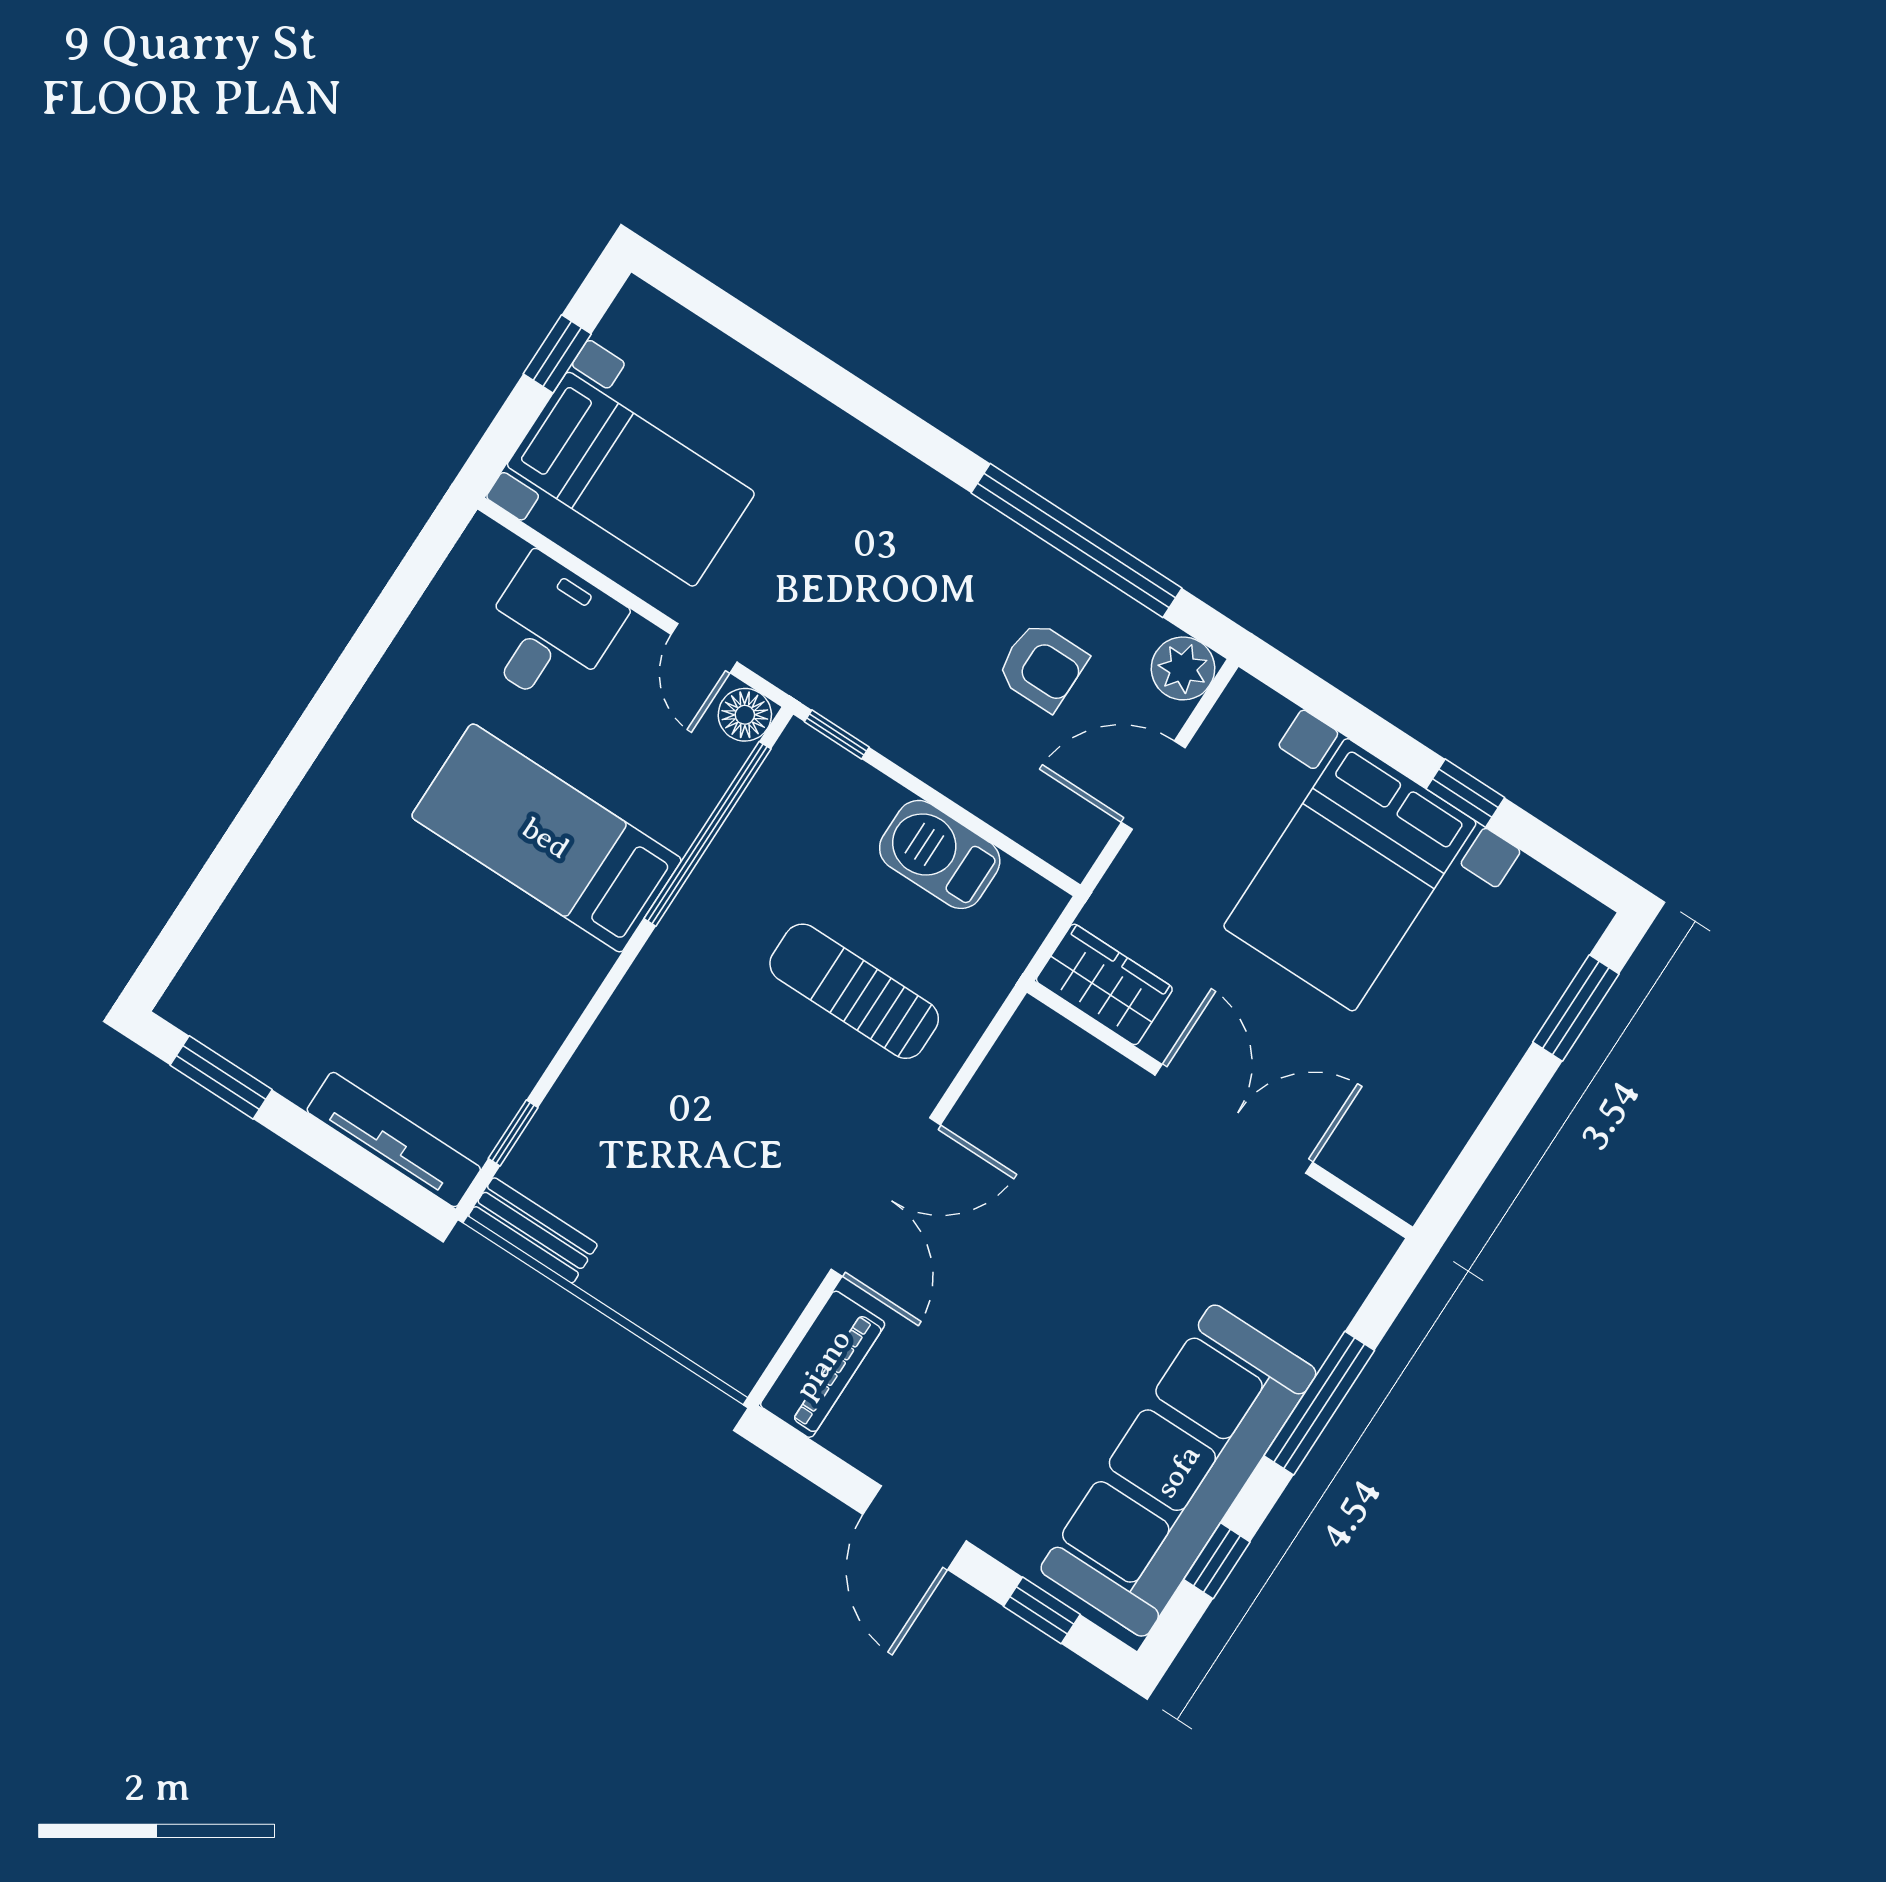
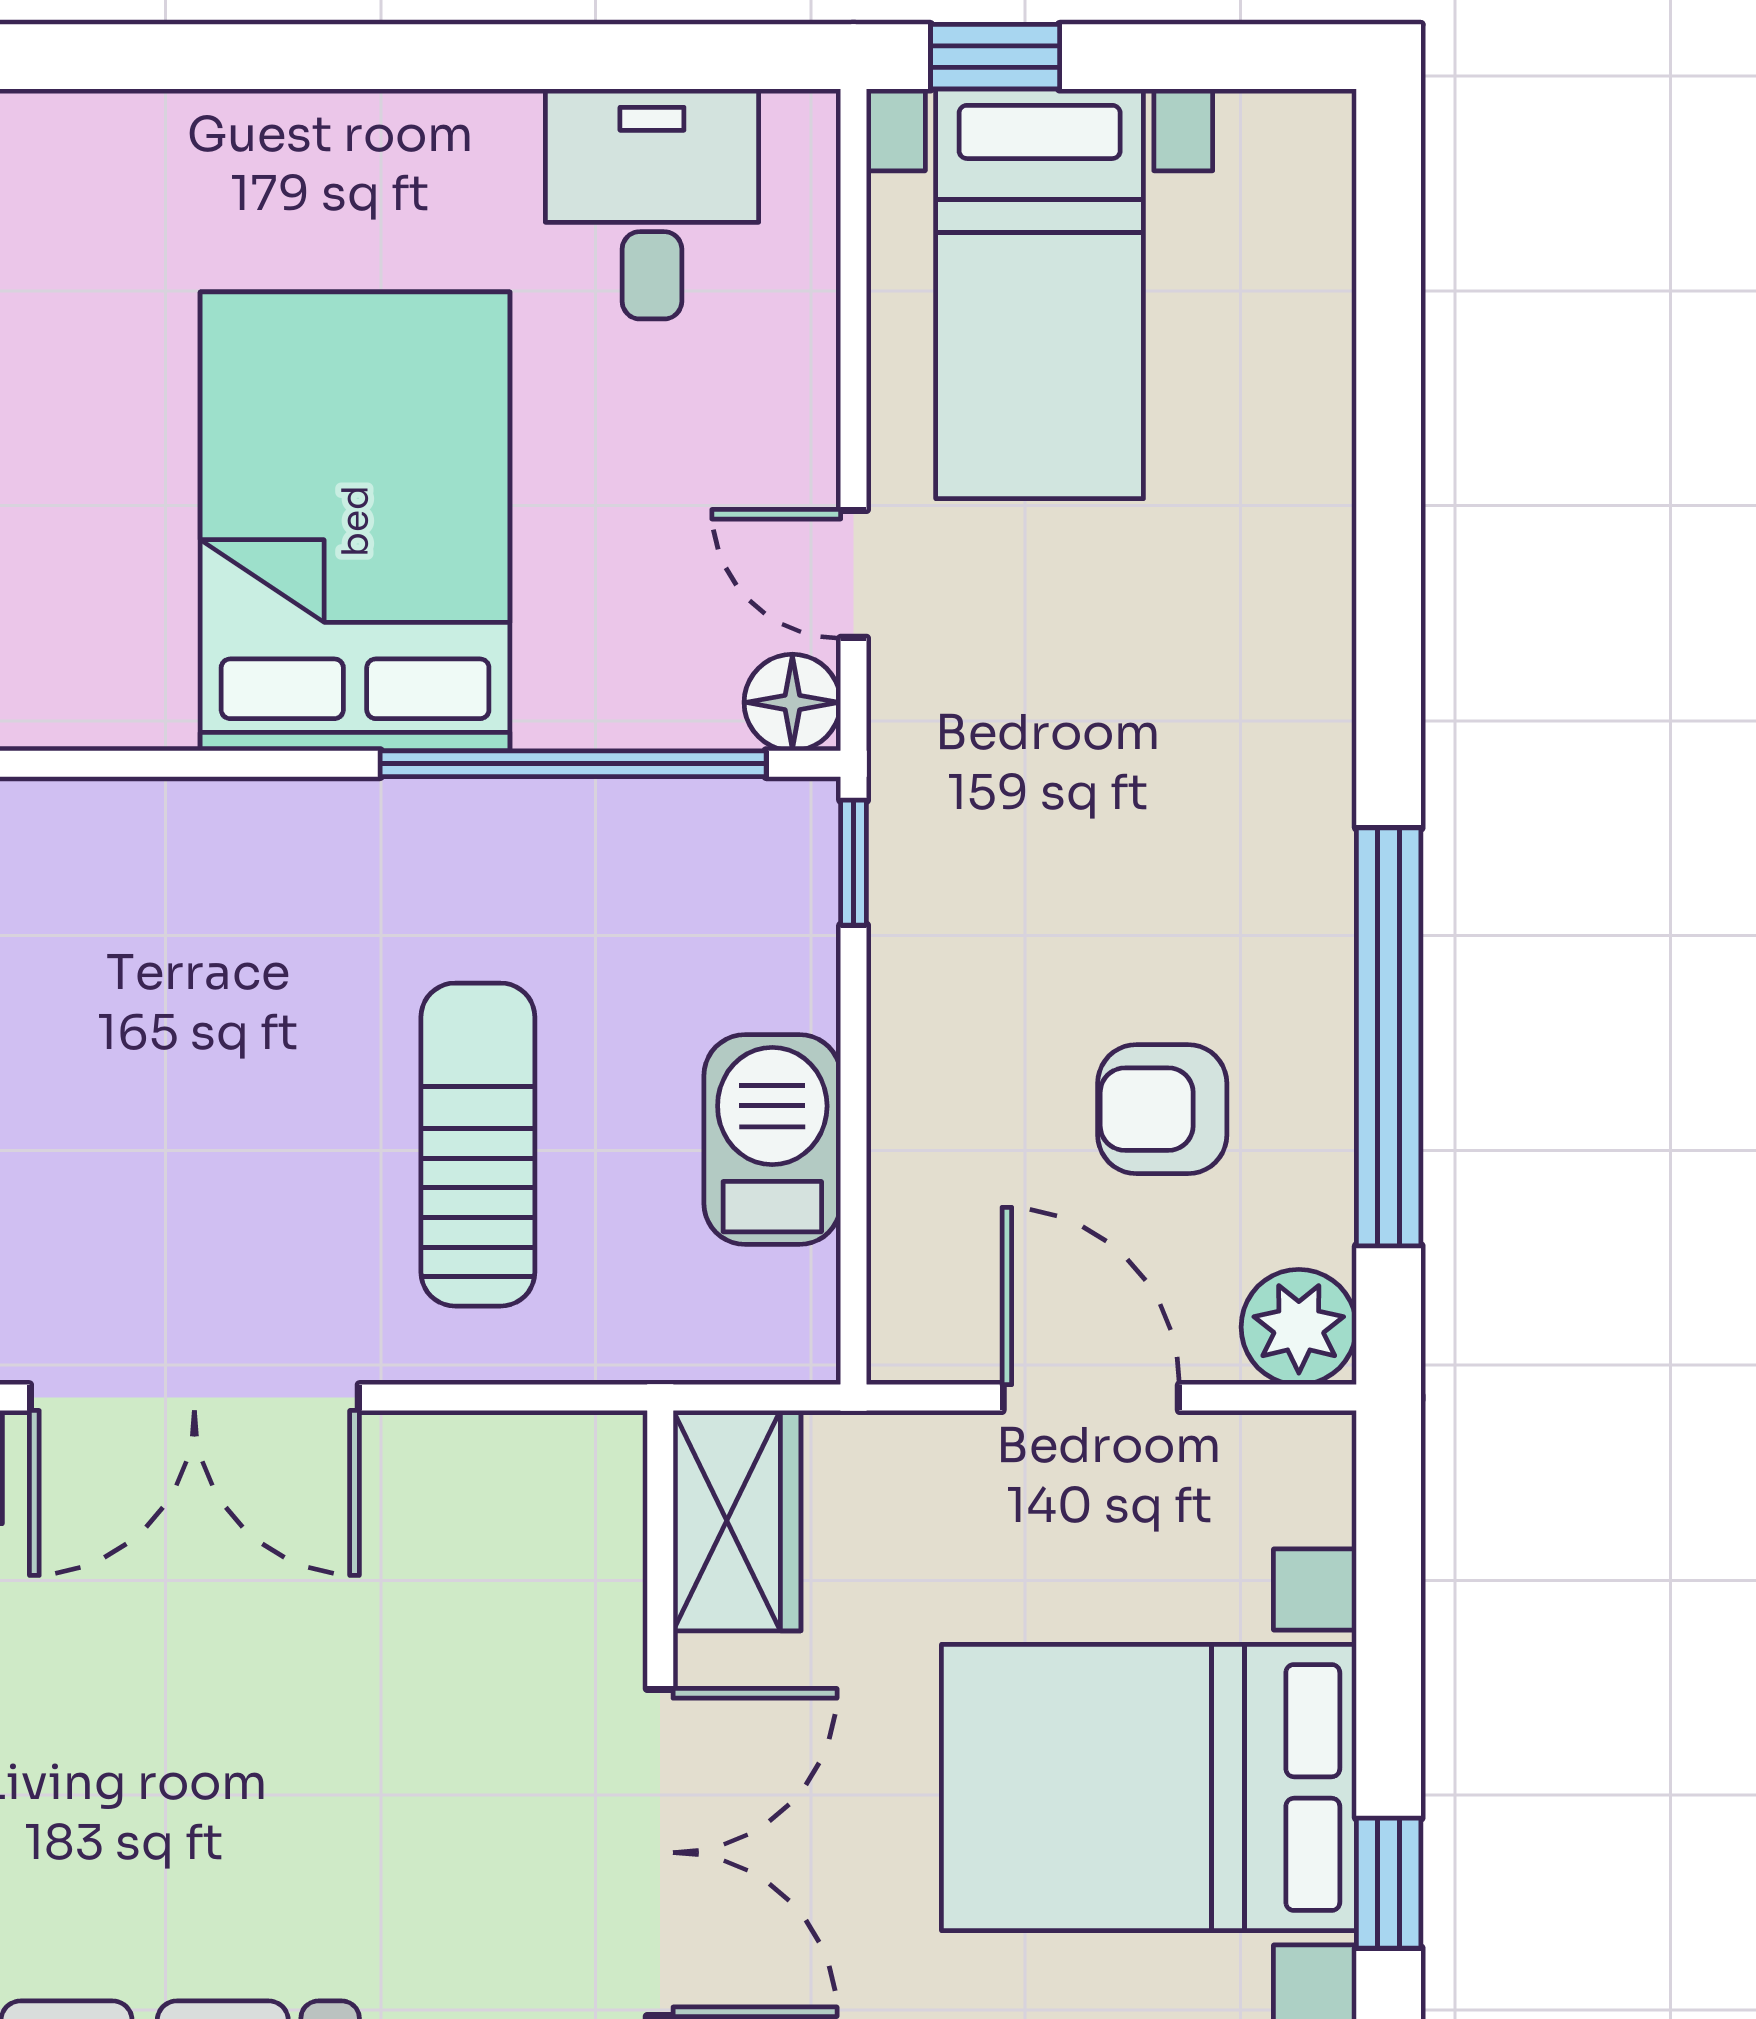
window: (557, 354) -> (995, 57), moved
desk: (549, 631) -> (652, 204), moved, turned -90
door: (704, 648) -> (854, 574), hinge flipped
armchair: (1042, 666) -> (1162, 1109), turned 90
bed: (546, 838) -> (355, 521), width x1.50

